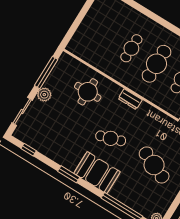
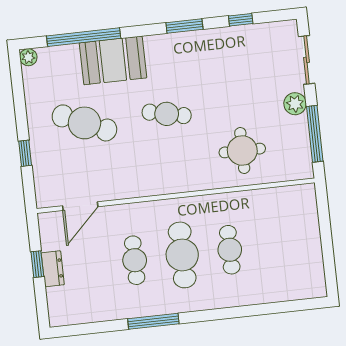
dresser: (130, 99) -> (181, 183), removed
cafe table: (111, 138) -> (167, 114), turned 30
window: (29, 150) -> (241, 20), moved
booth: (97, 173) -> (113, 60), moved

